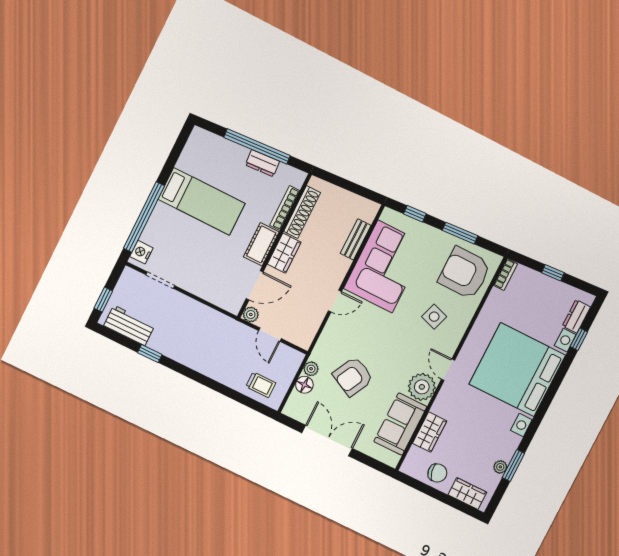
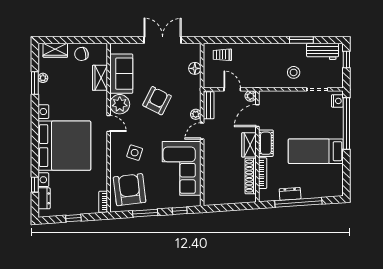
bench: (356, 239) -> (209, 105), moved
armchair: (464, 273) -> (130, 190), turned -97
stool: (180, 317) -> (294, 72), added
window: (150, 354) -> (301, 40), width x1.50
plant: (311, 369) -> (196, 114), moved
armchair: (353, 376) -> (157, 101), moved
double door: (327, 441) -> (163, 40), swing flipped

